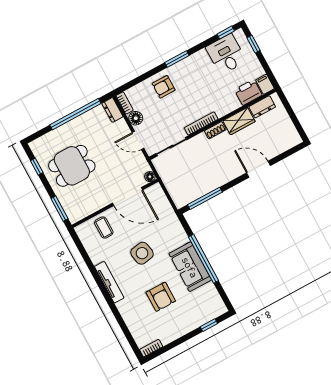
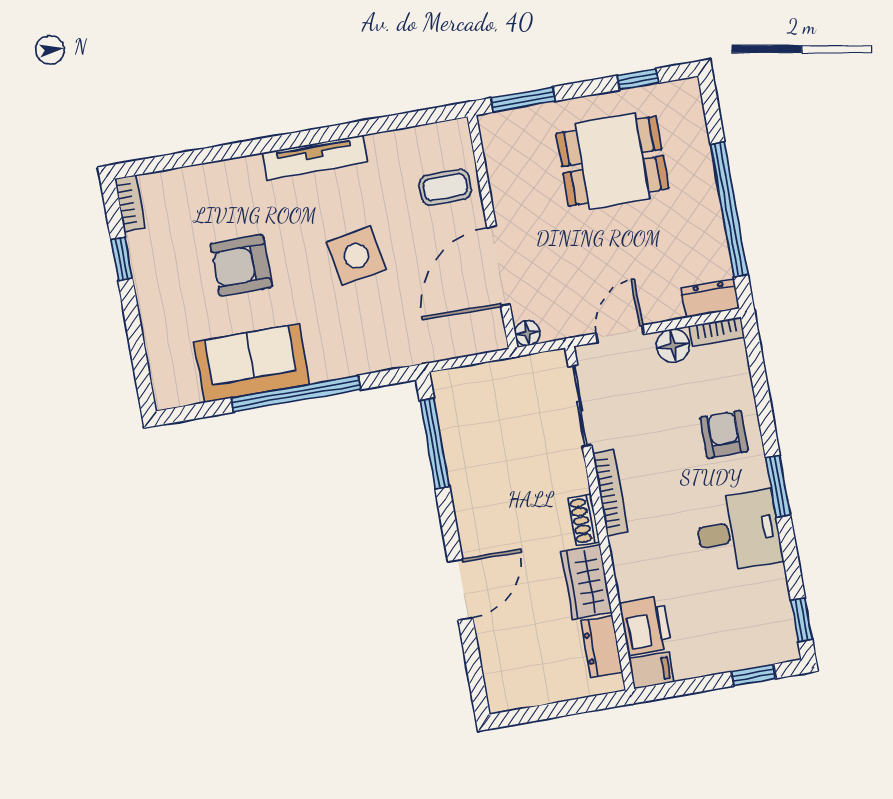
desk: (226, 54) -> (738, 532), moved
dining table: (72, 166) -> (612, 161), turned 90
sofa: (190, 267) -> (252, 363), moved
window: (209, 325) -> (122, 259), moved

